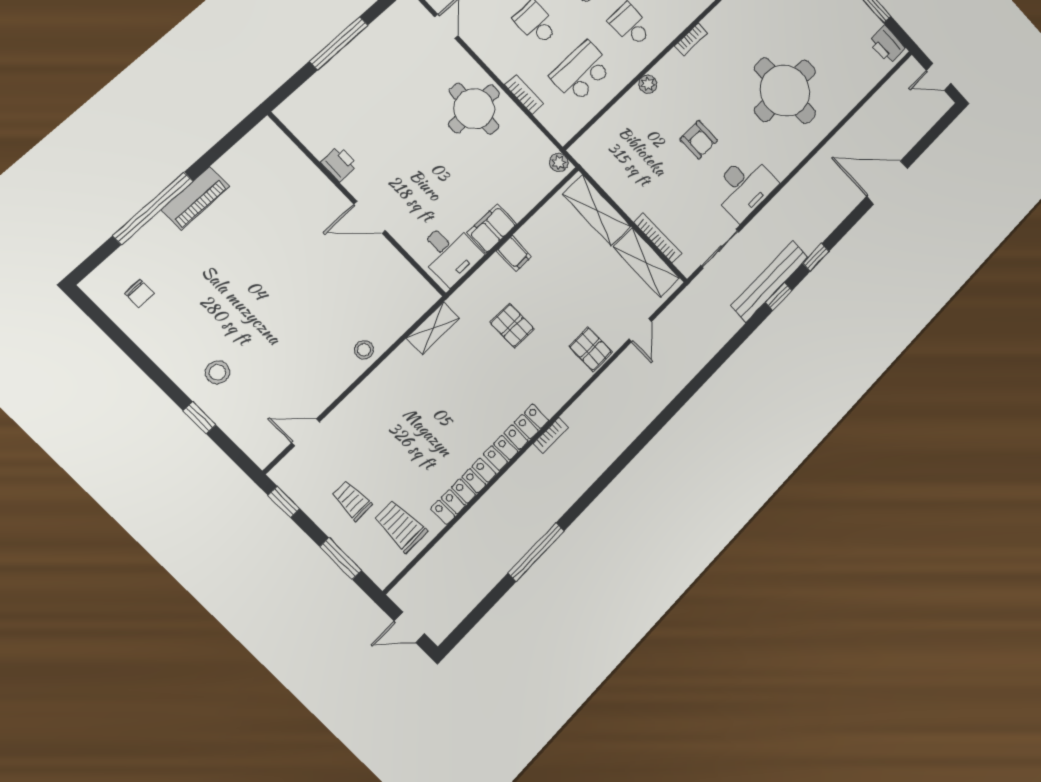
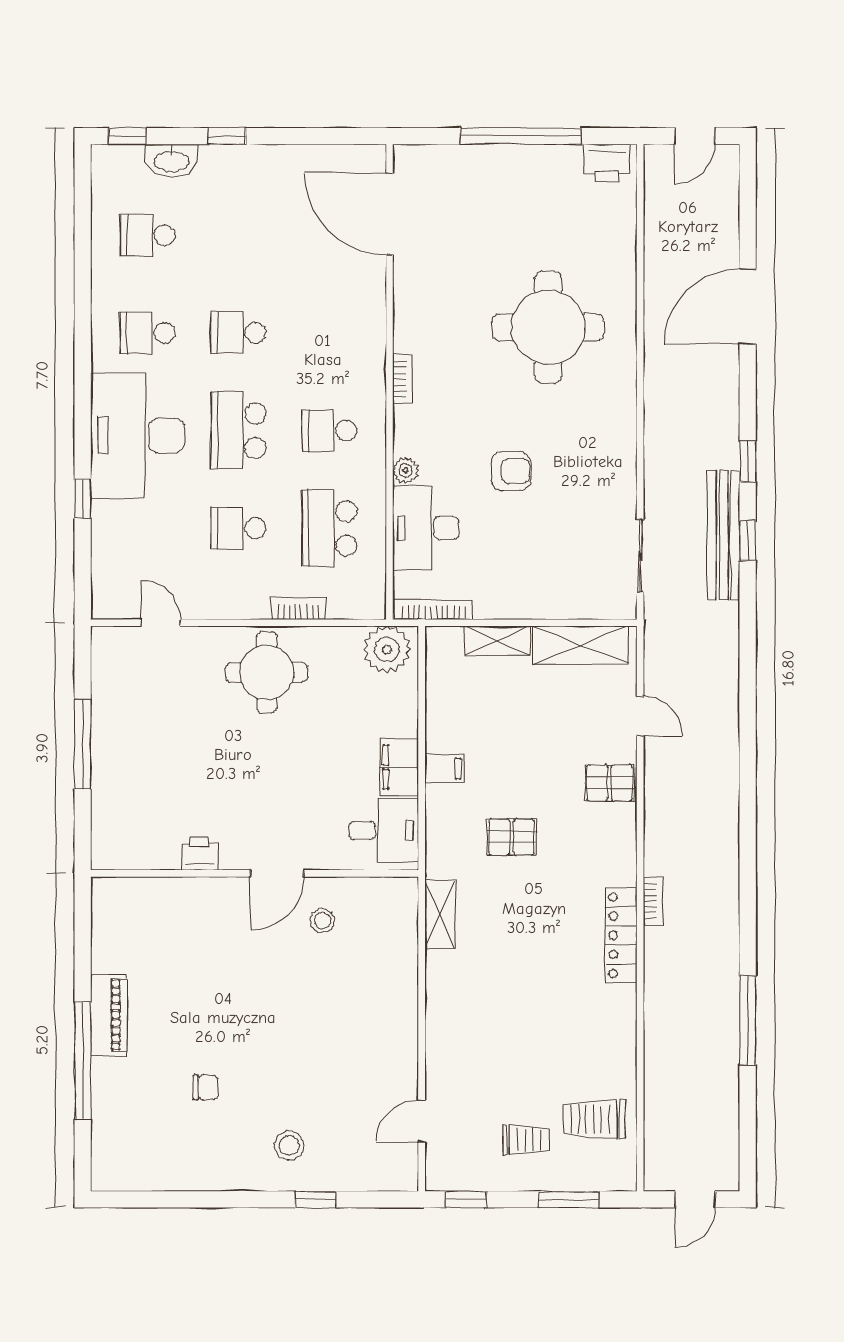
plant: (559, 162) -> (387, 649), width x1.88, depth x1.88
desk: (744, 187) -> (426, 528), moved, turned 180
shelving: (597, 210) -> (497, 641), width x0.67, depth x0.75
bookcase: (658, 238) -> (434, 610), moved
chair: (139, 293) -> (206, 1087), moved
stool: (364, 350) -> (322, 921), moved
locker: (463, 491) -> (621, 1032), removed
trolley: (352, 500) -> (526, 1140), turned 180

